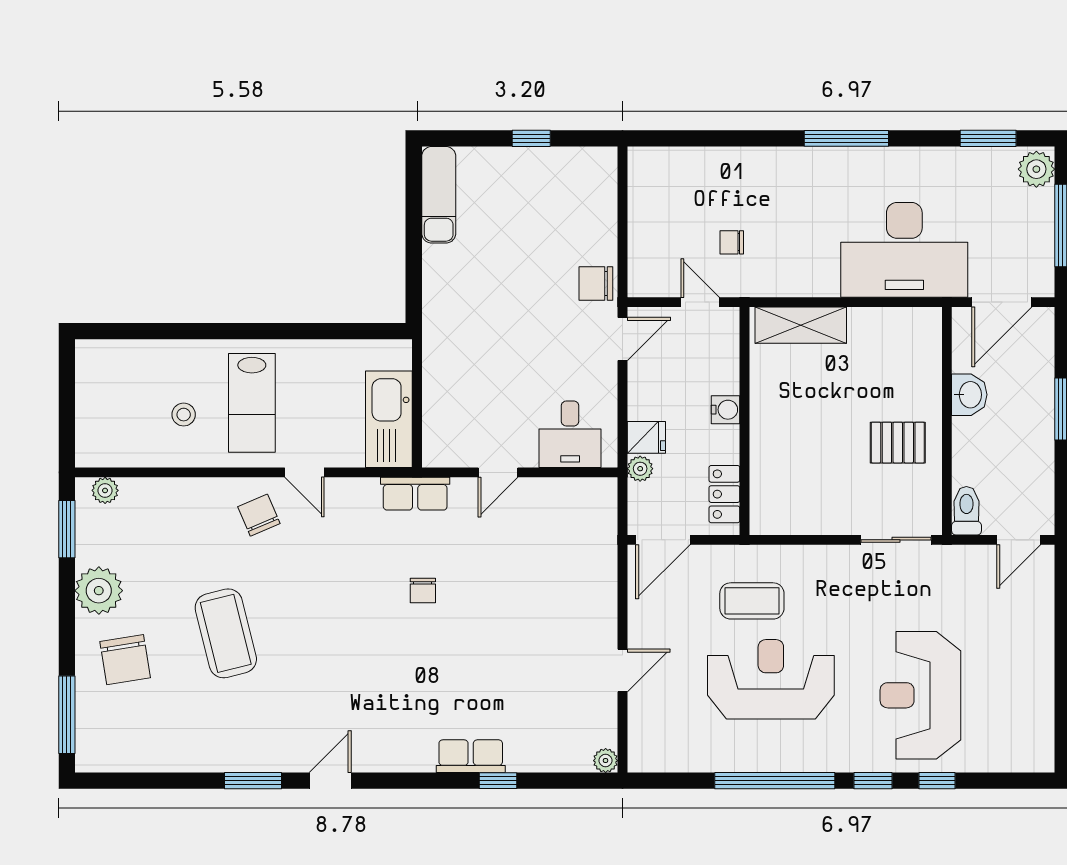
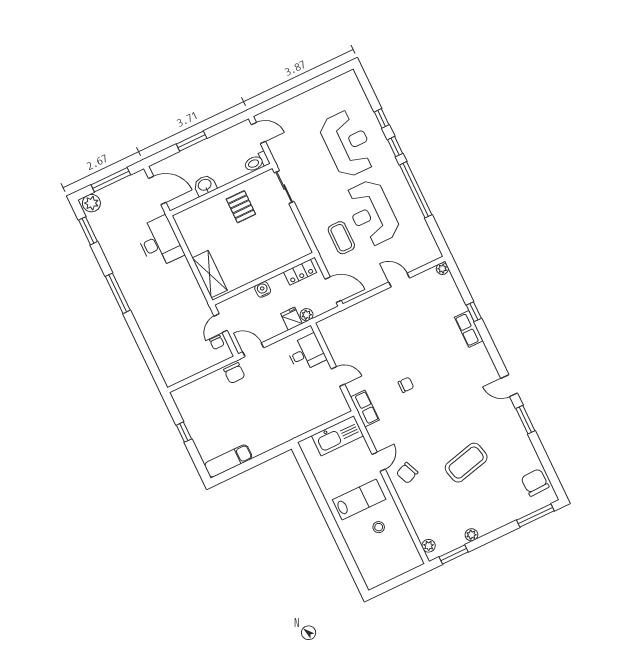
chair: (732, 242) -> (217, 342), moved
desk: (904, 250) -> (160, 242), width x0.73, depth x0.77
plant: (99, 591) -> (471, 535), width x0.53, depth x0.53
chair: (125, 660) -> (535, 482), moved, turned -83
reception desk: (920, 695) -> (348, 144), turned -90

